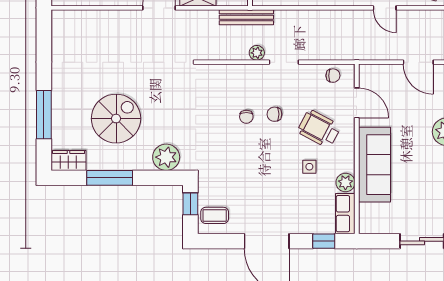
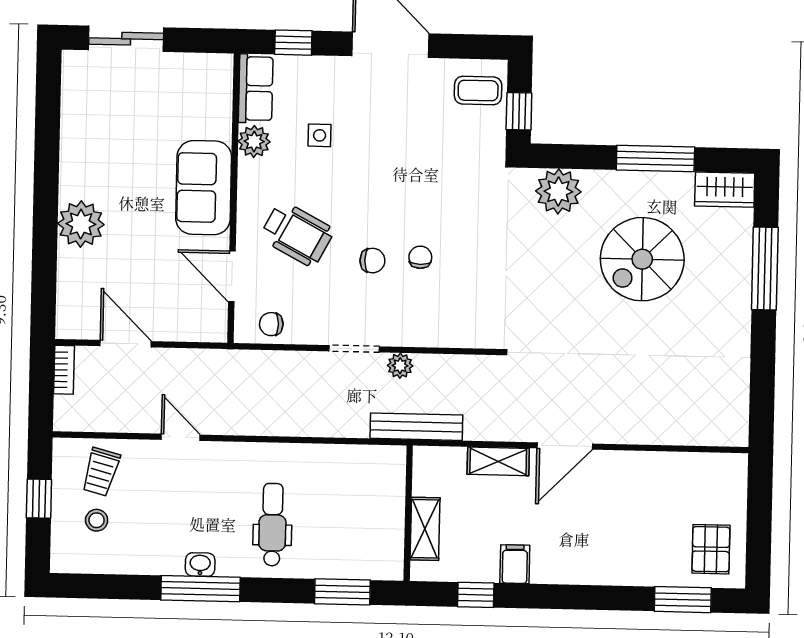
sofa: (374, 165) -> (204, 188), width x0.73
side table: (309, 167) -> (320, 135), moved

